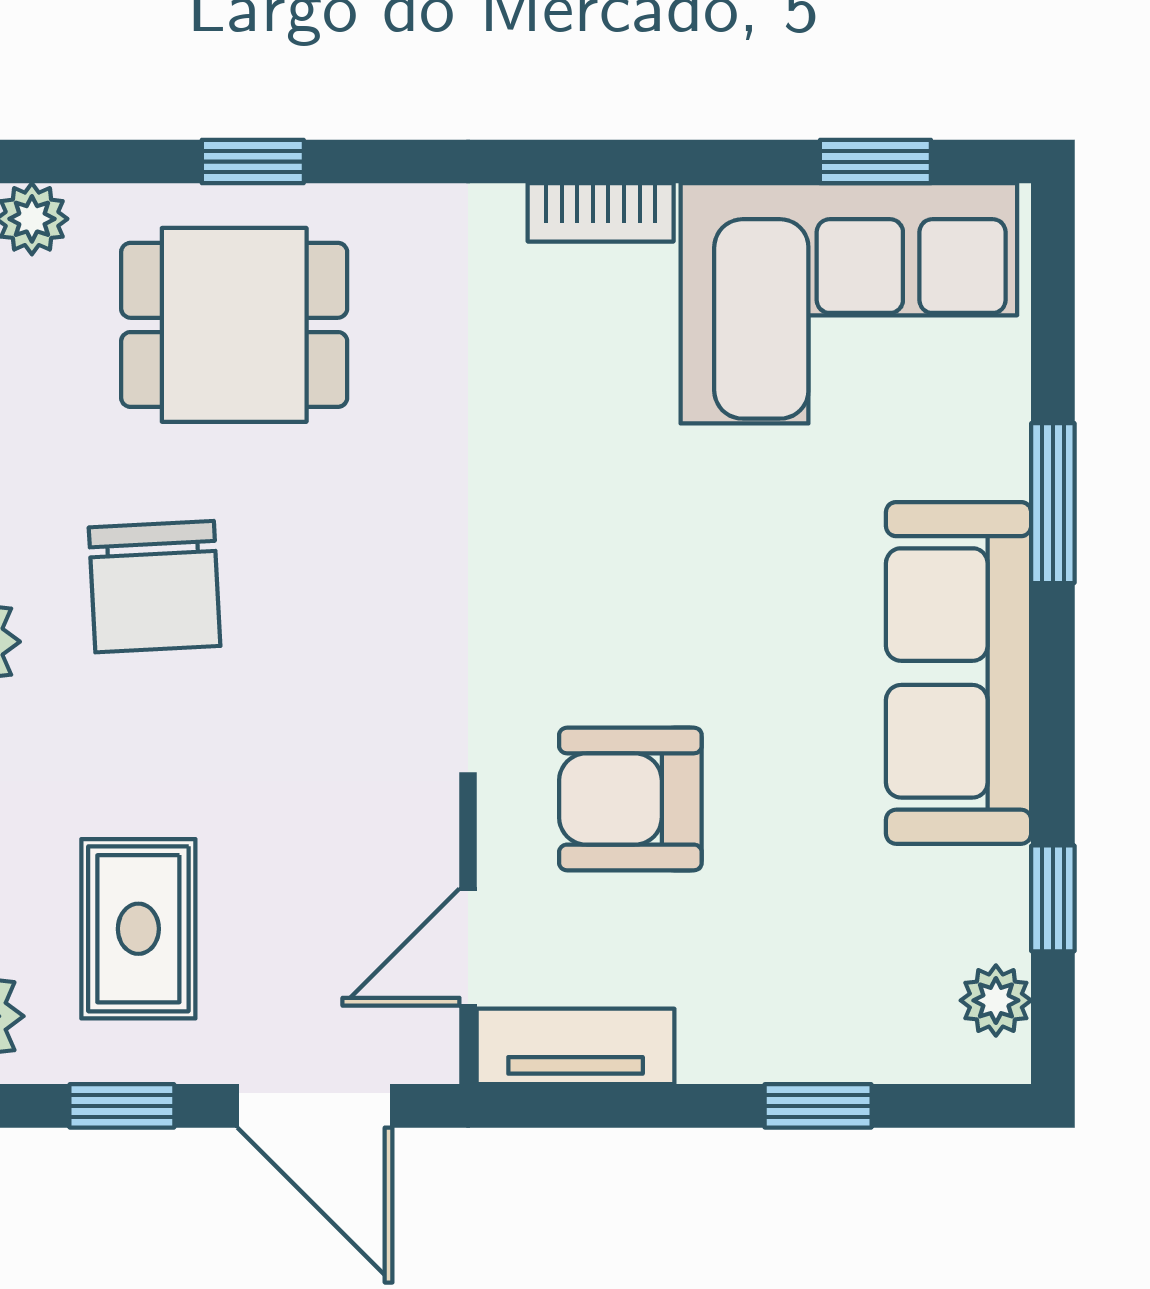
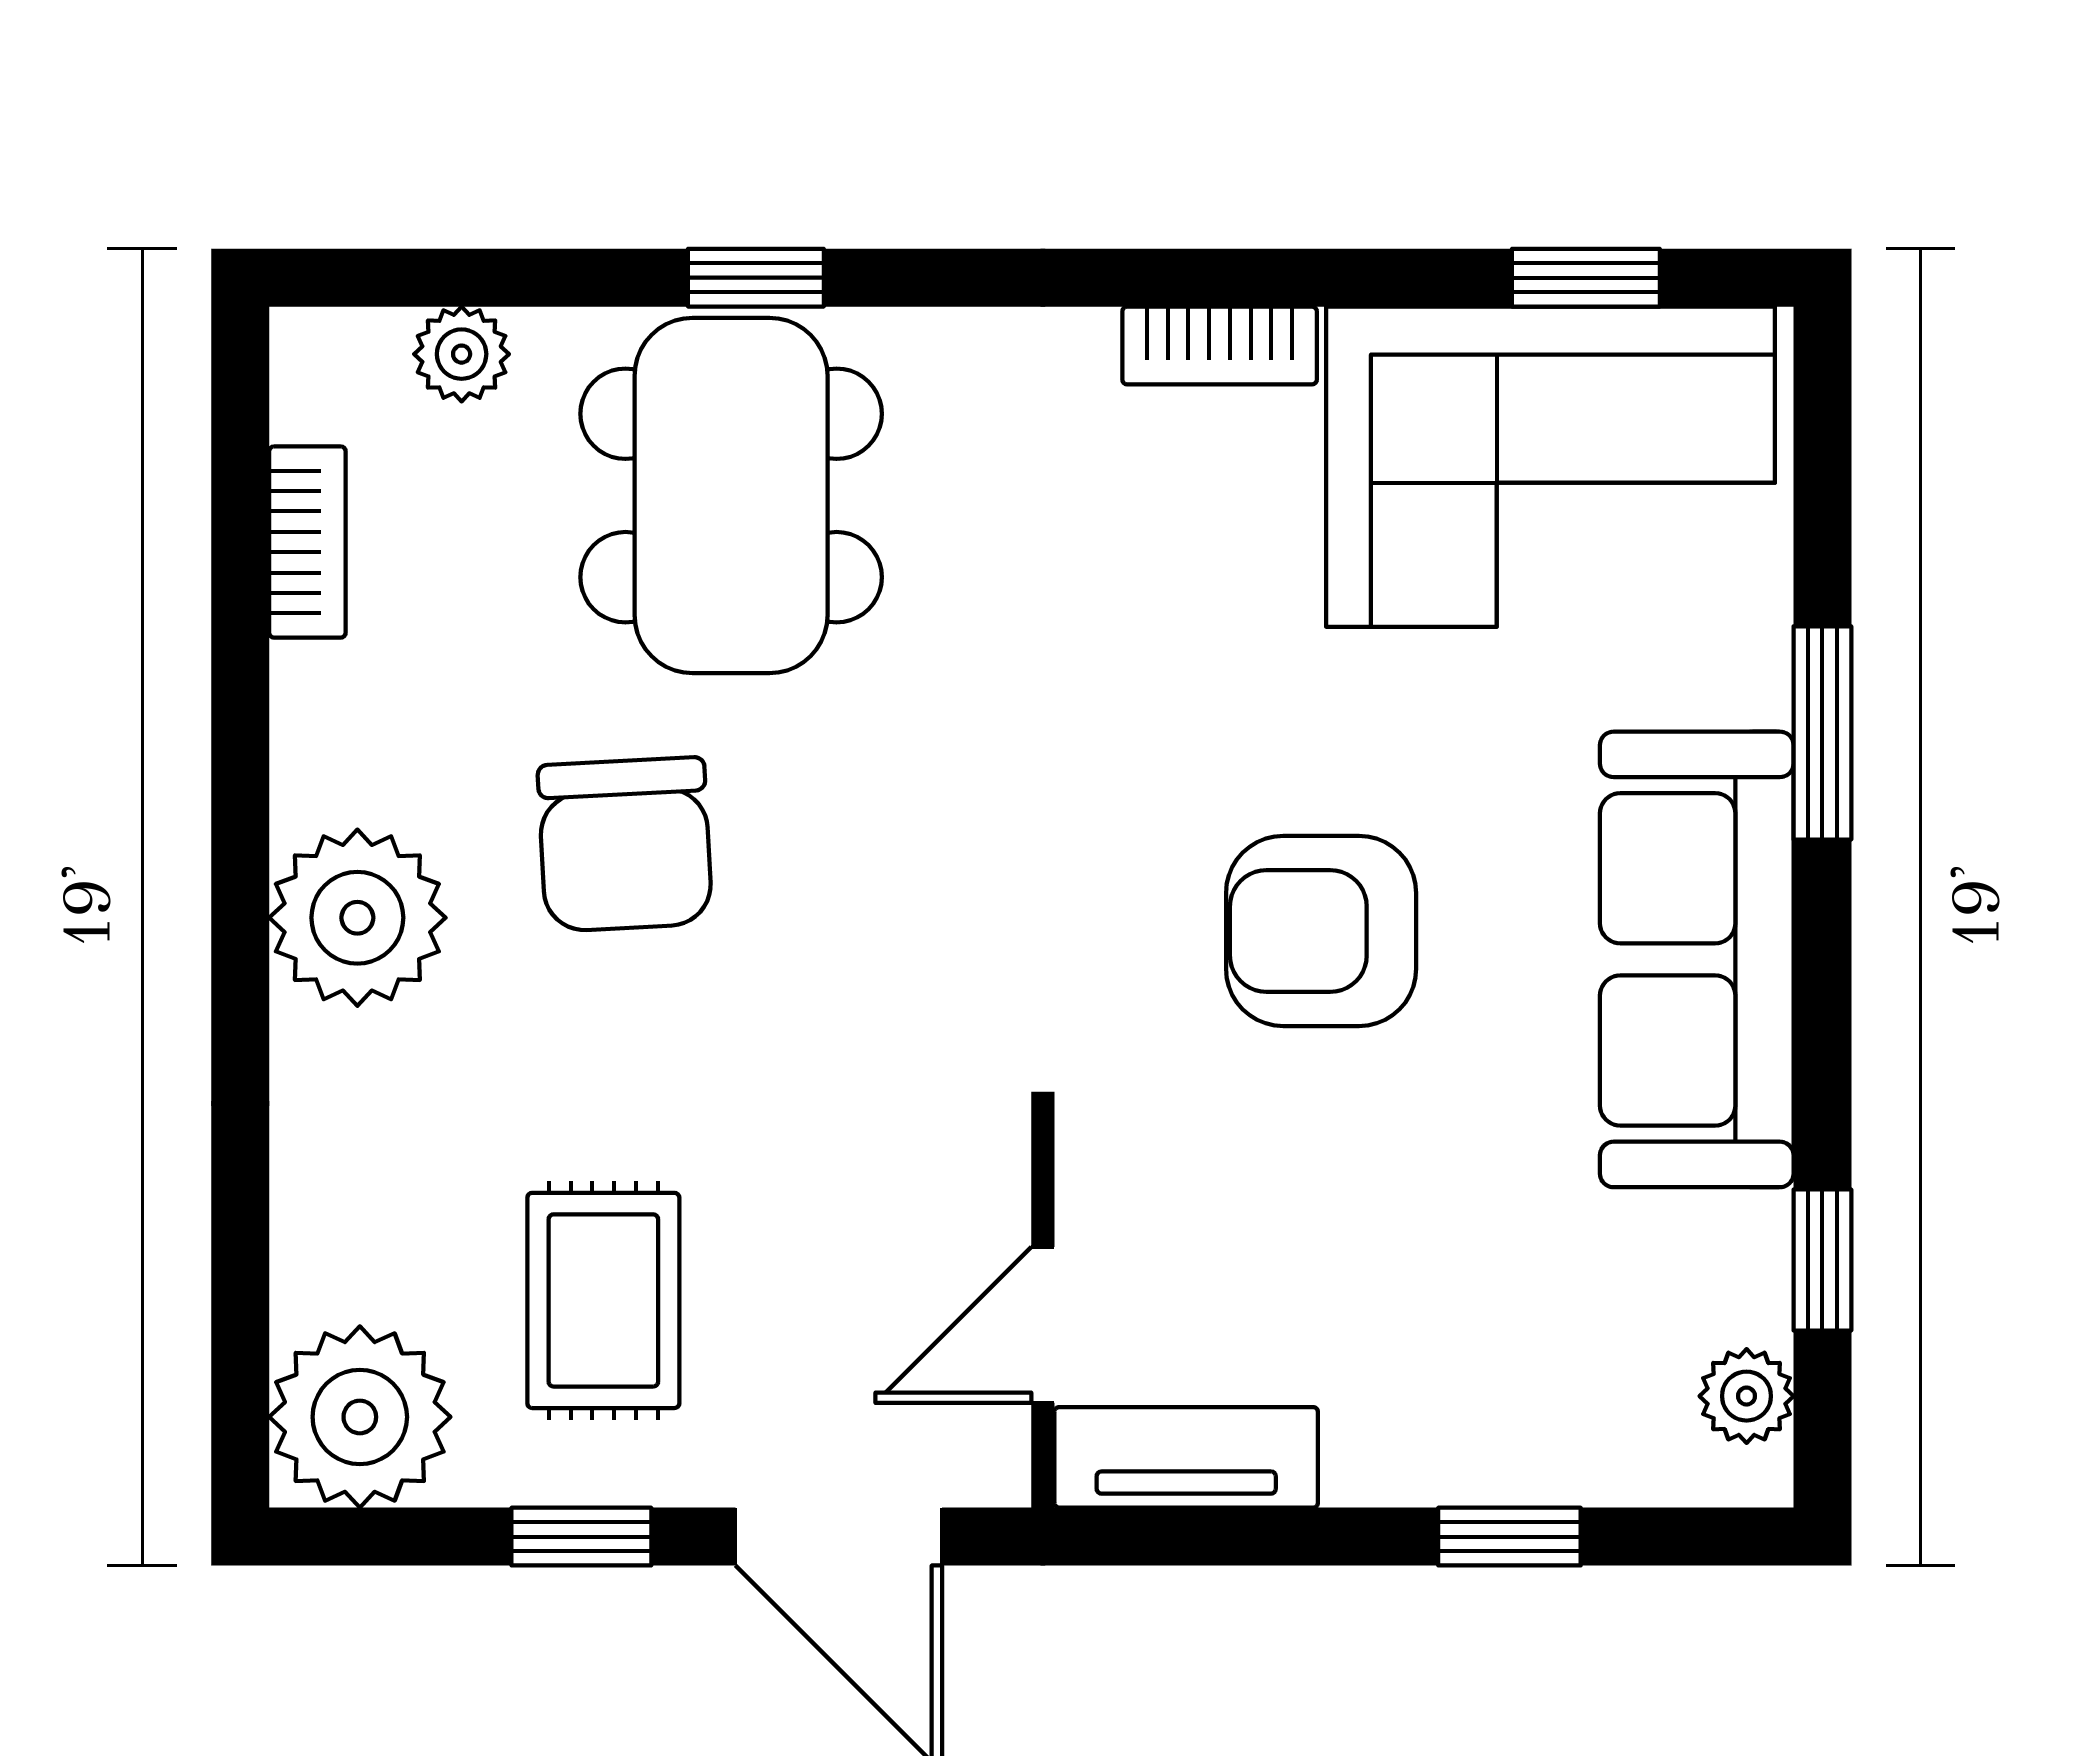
dining table: (234, 325) -> (731, 495), width x1.38
armchair: (630, 799) -> (1321, 931), moved

